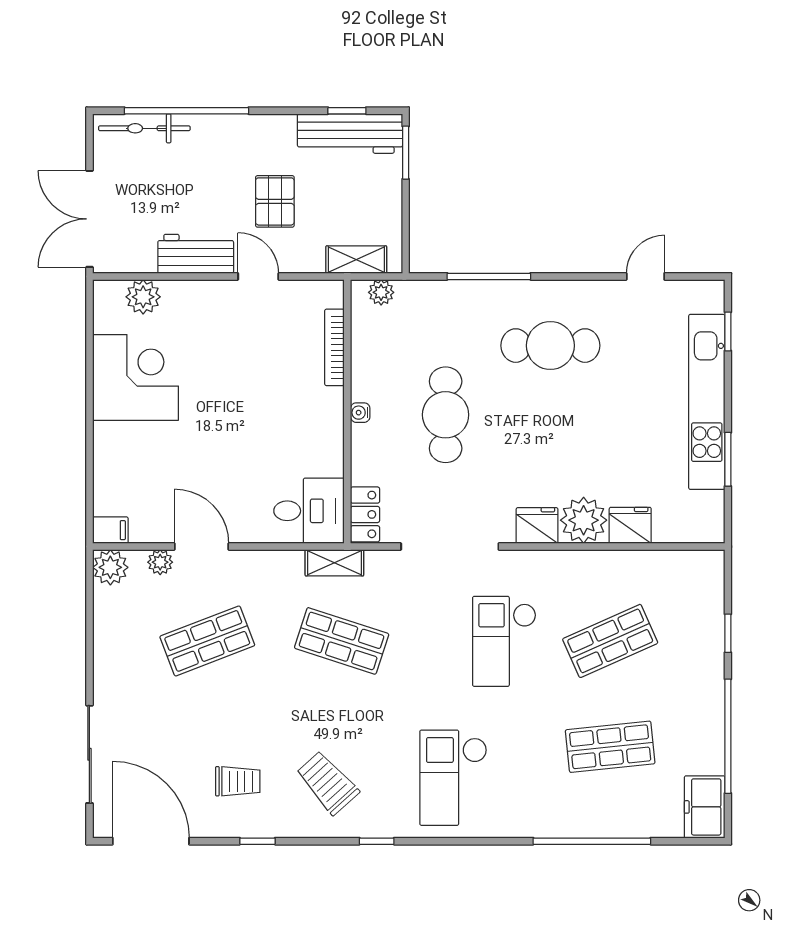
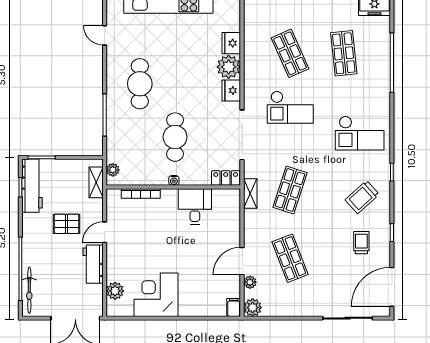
cafe table: (446, 415) -> (175, 137), turned 90
desk: (309, 511) -> (195, 206), moved

